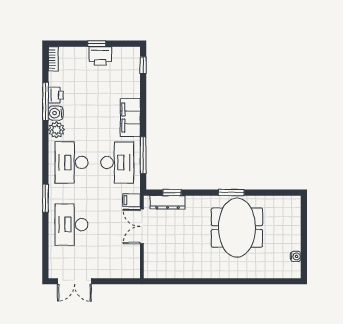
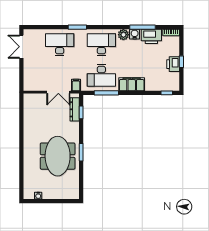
printer: (56, 95) -> (151, 36), width x1.87, depth x1.48
double door: (142, 226) -> (58, 92), swing flipped
meeting table: (237, 228) -> (58, 156), turned 90

